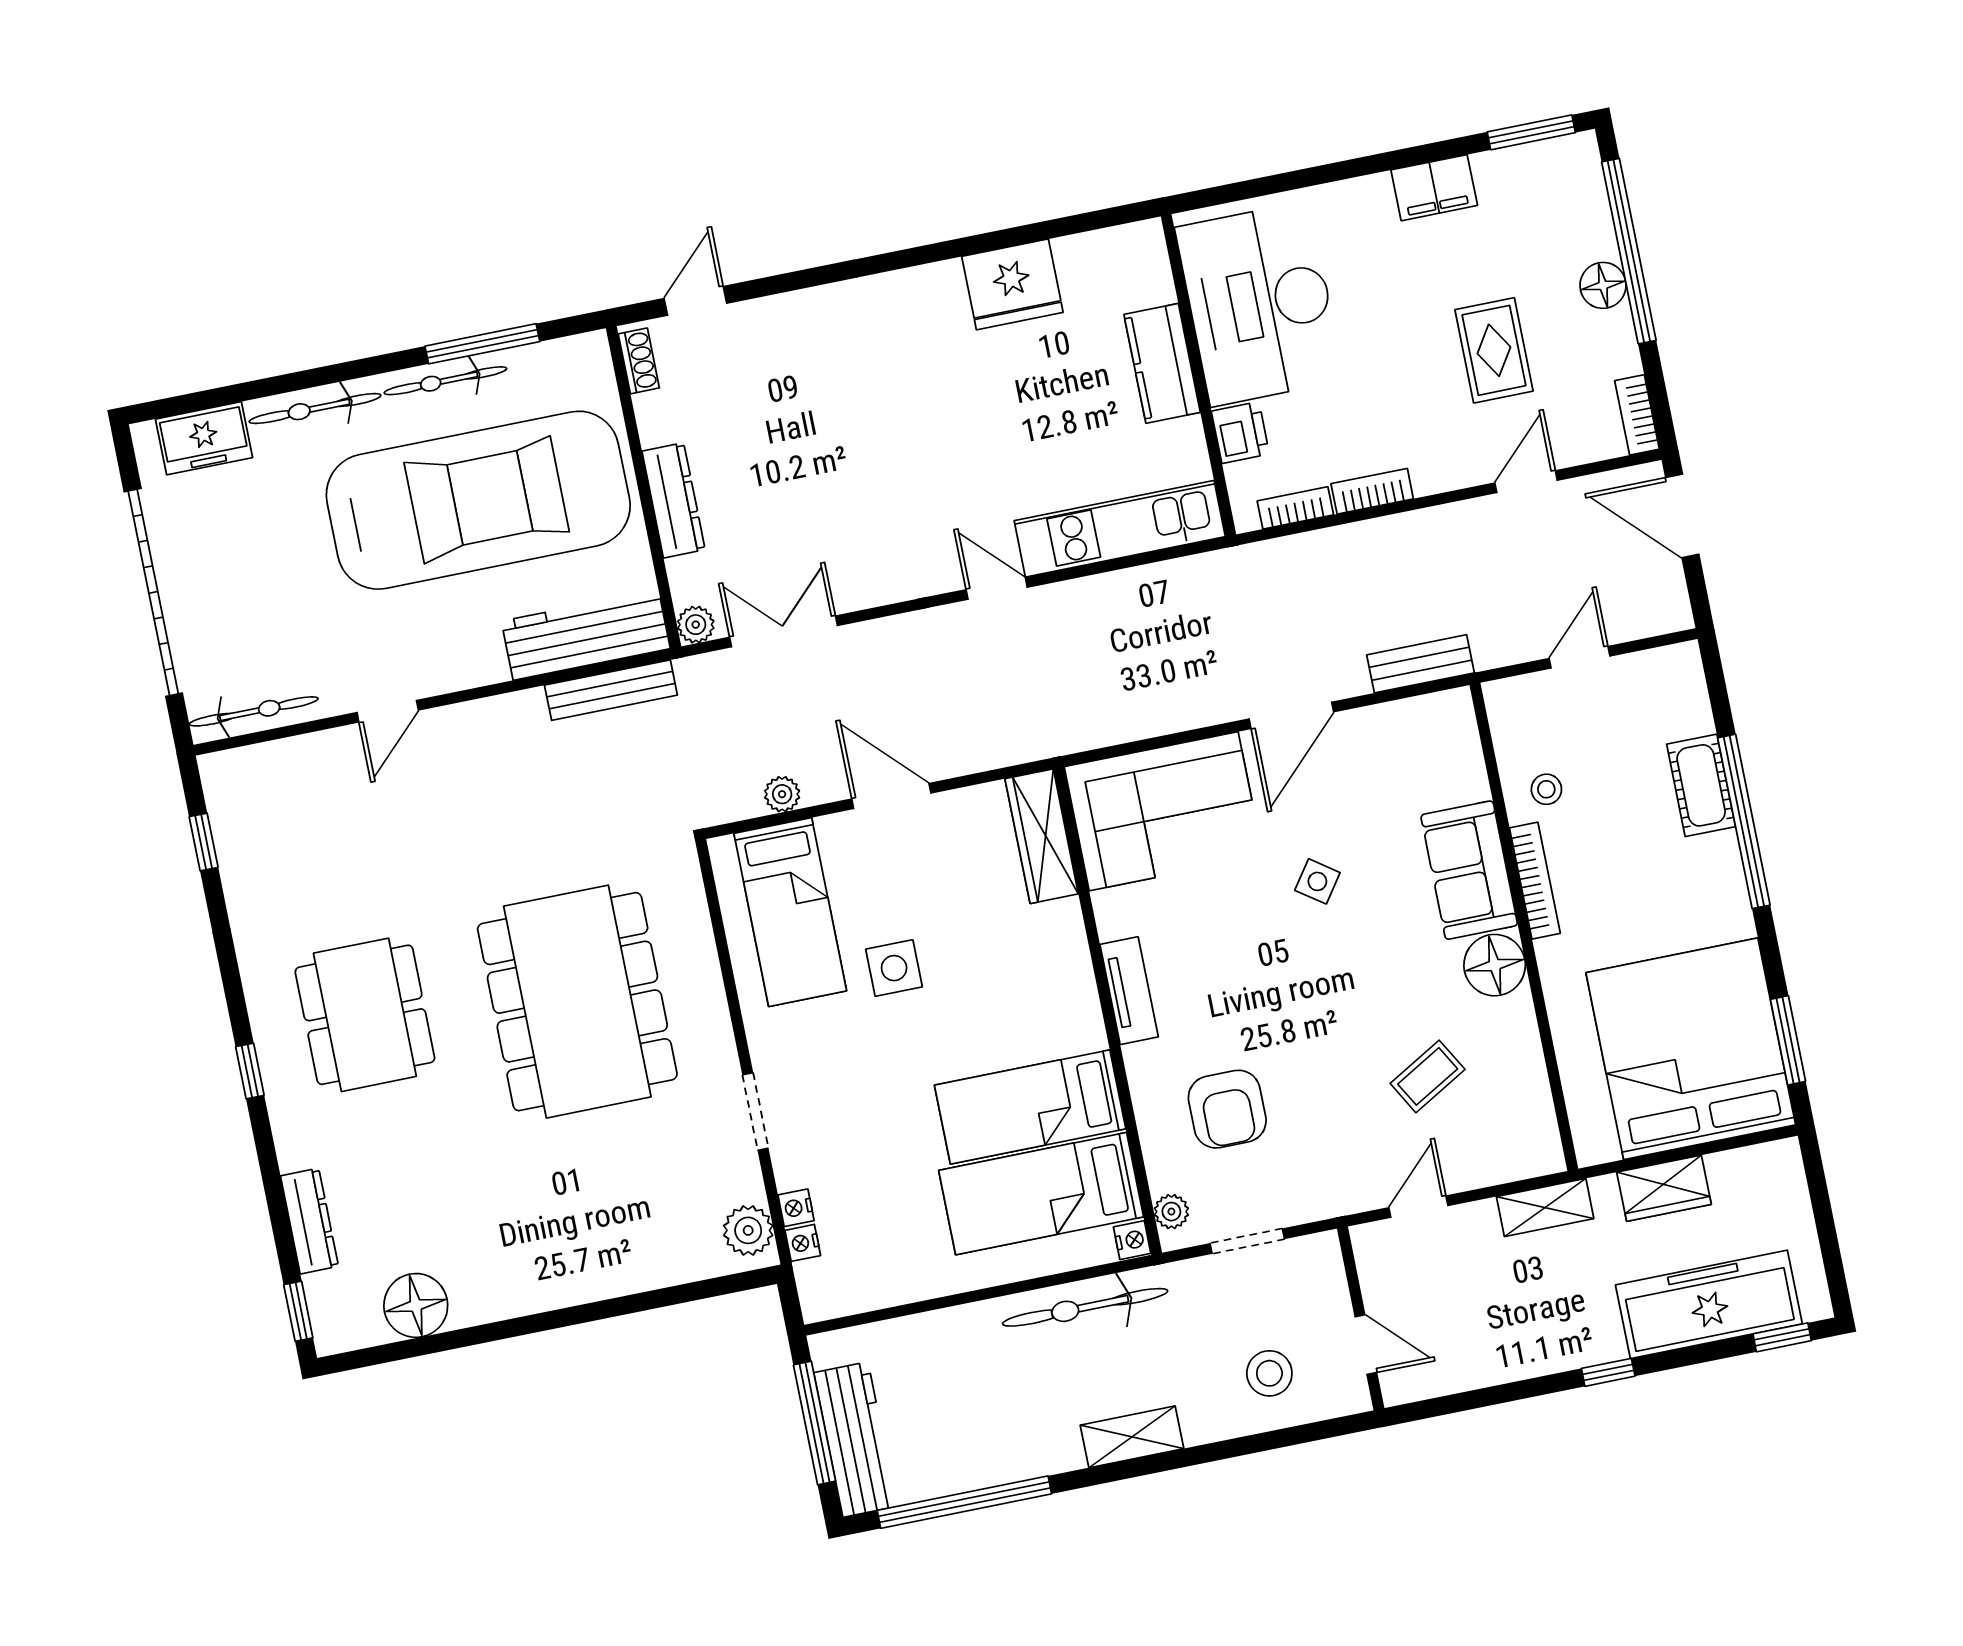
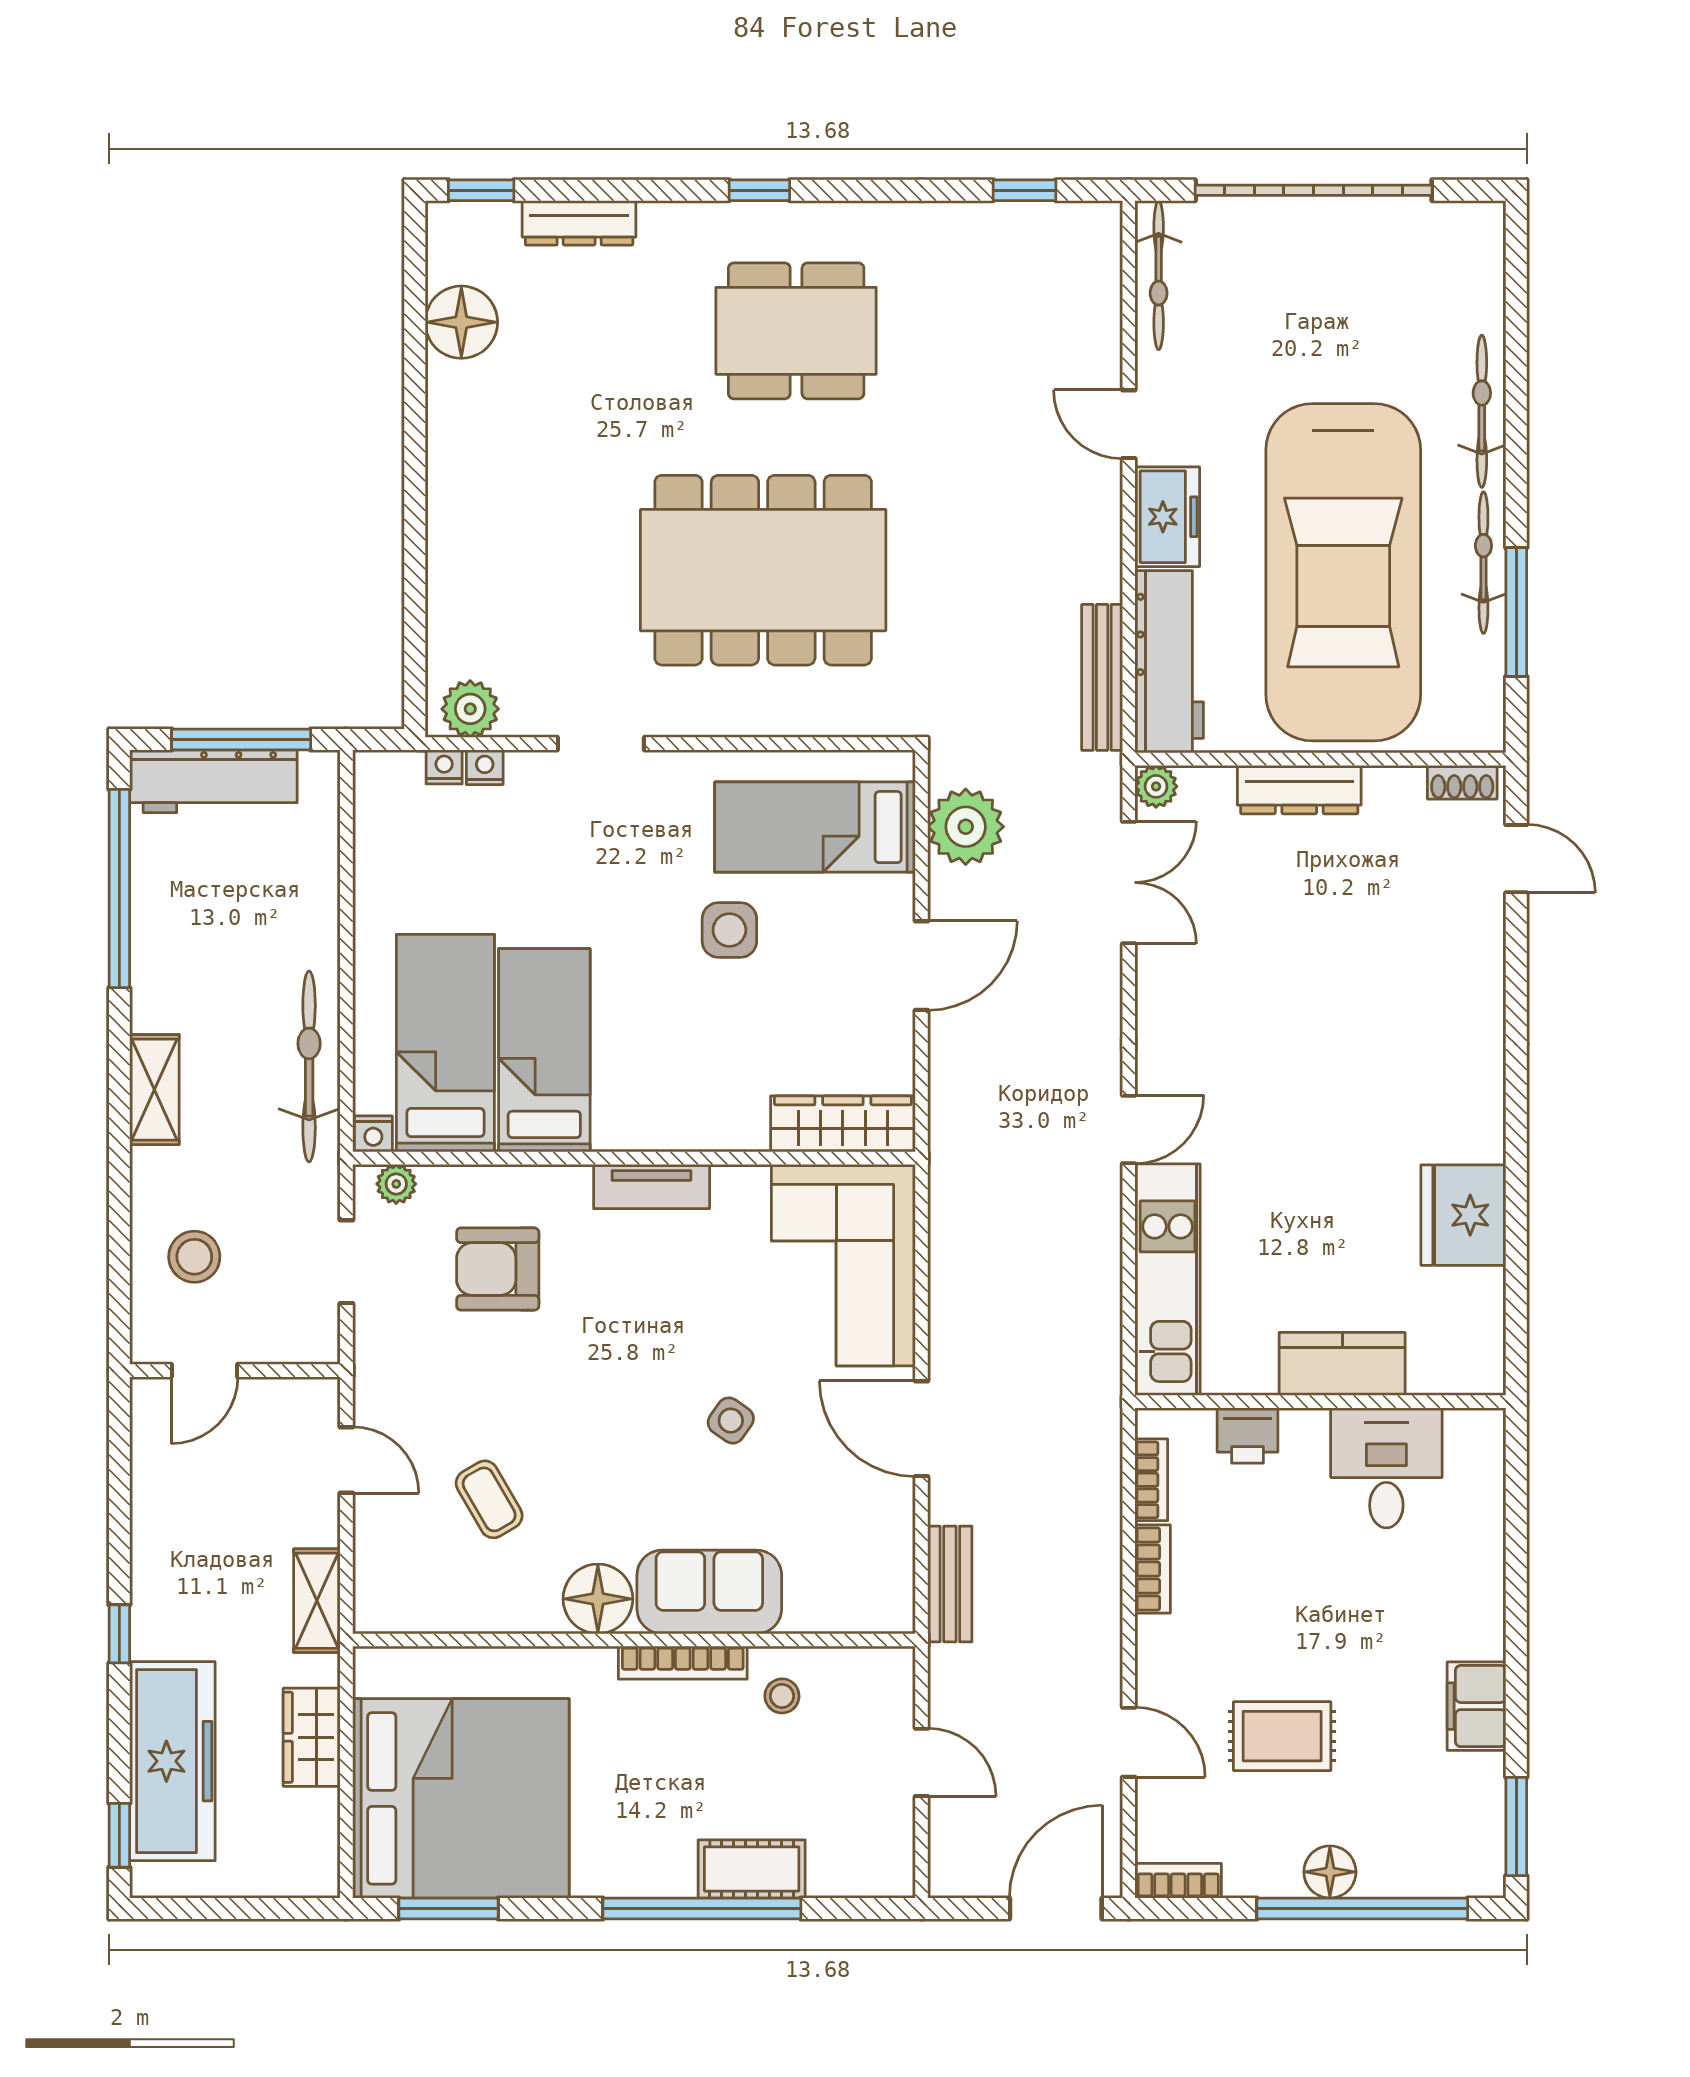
desk: (1260, 304) -> (1386, 1468), width x0.53, depth x0.77
freezer: (204, 438) -> (1167, 517), moved, turned 180
plant: (782, 794) -> (966, 827), width x1.87, depth x1.87

